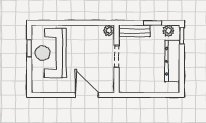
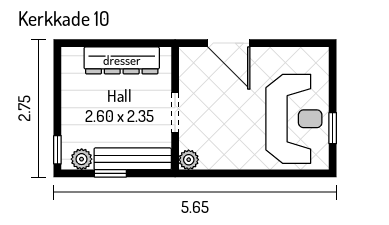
bench: (134, 31) -> (133, 159), width x1.36
dresser: (172, 61) -> (122, 60), moved, turned 90

